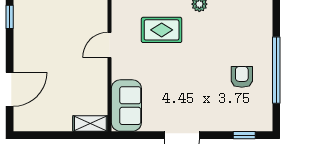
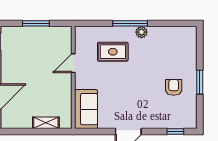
window: (276, 70) -> (200, 82), width x0.47
shelving: (90, 124) -> (46, 123), moved

